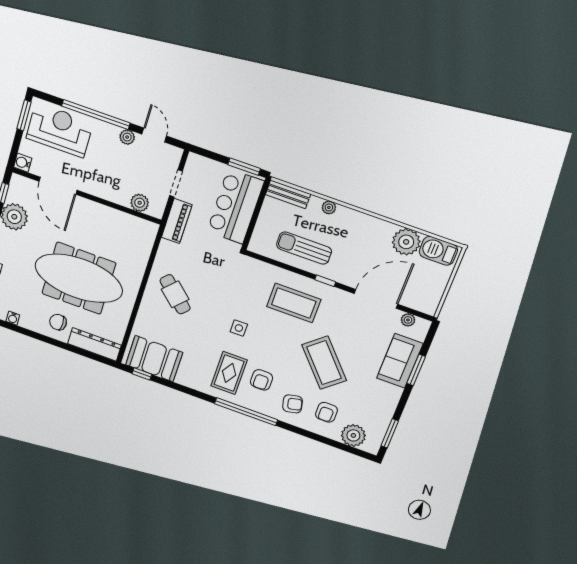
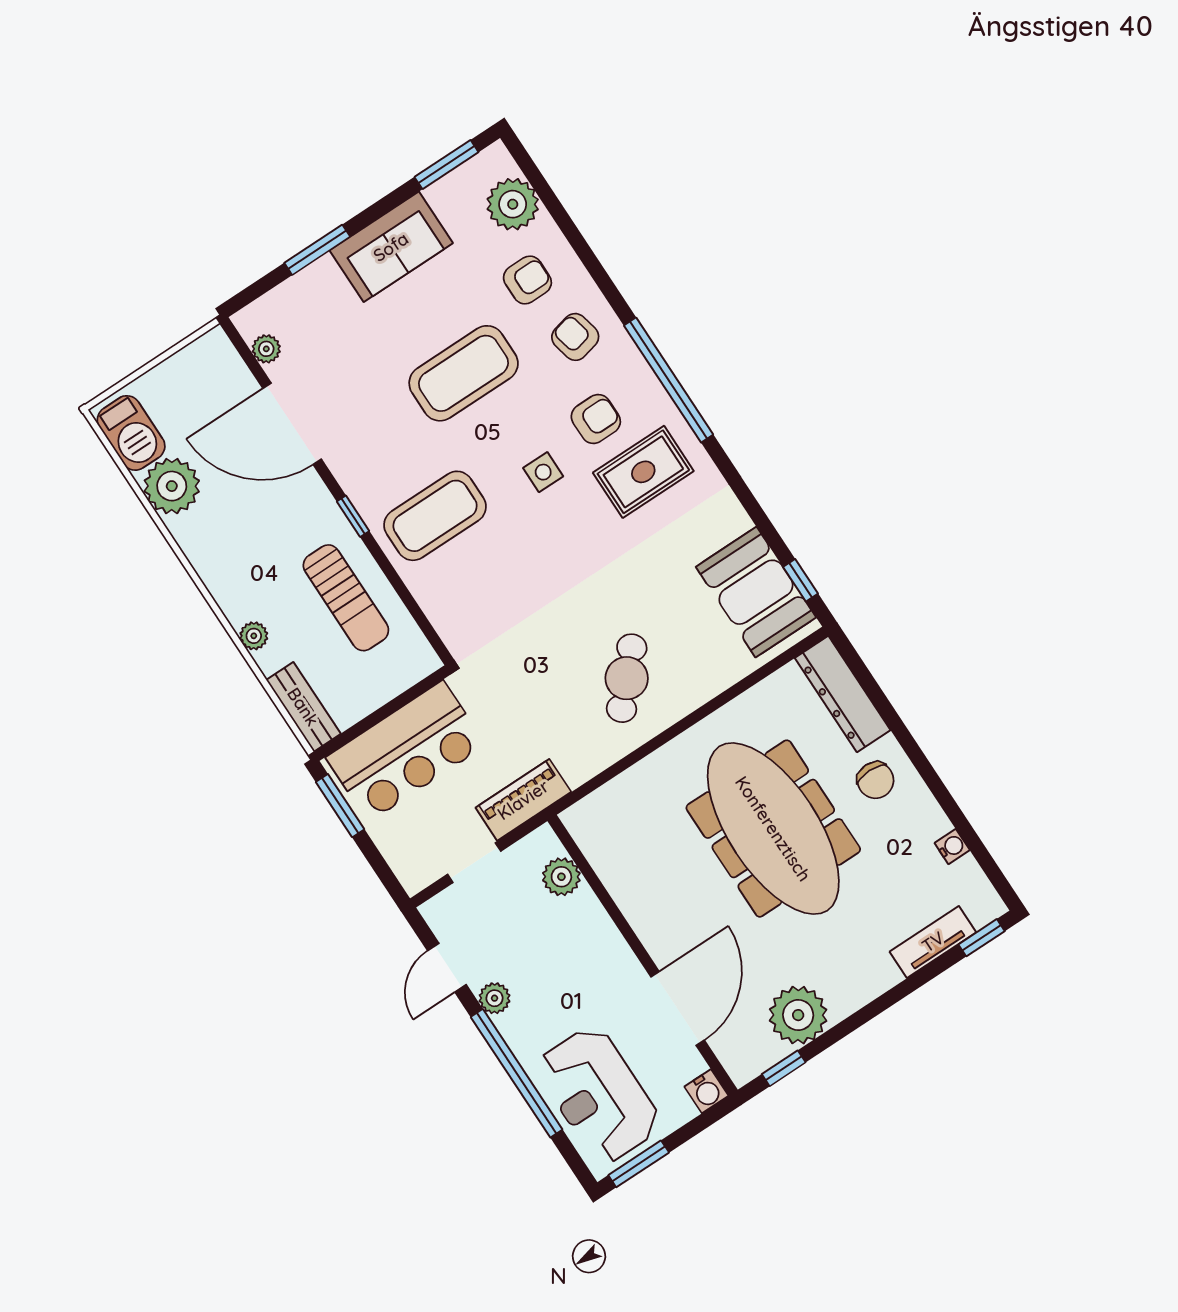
coffee table: (294, 303) -> (435, 516), turned 90
side table: (239, 328) -> (543, 472), moved
sofa: (400, 361) -> (391, 247), moved
coffee table: (324, 363) -> (464, 373), turned 41

